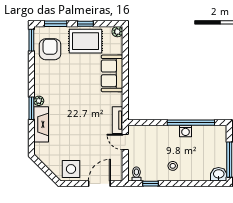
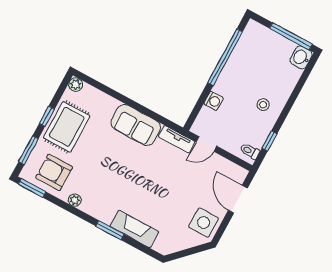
sofa: (112, 73) -> (136, 125), moved
plant: (39, 101) -> (75, 200), moved
washing machine: (185, 131) -> (214, 101), moved

